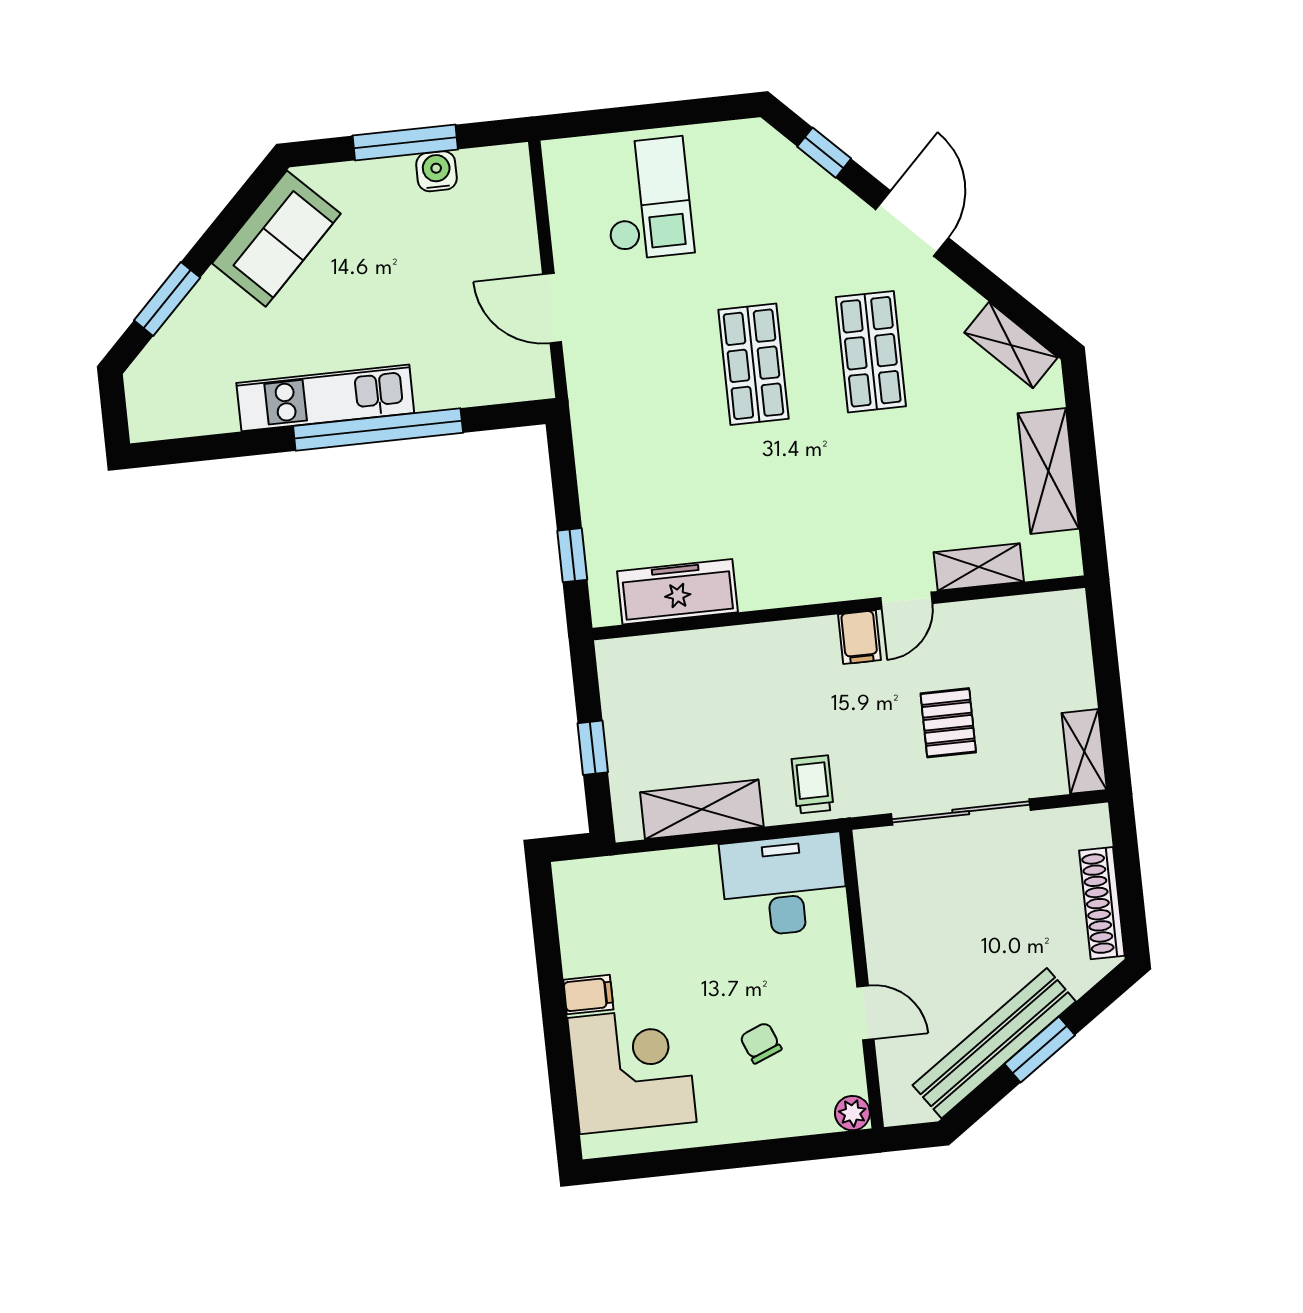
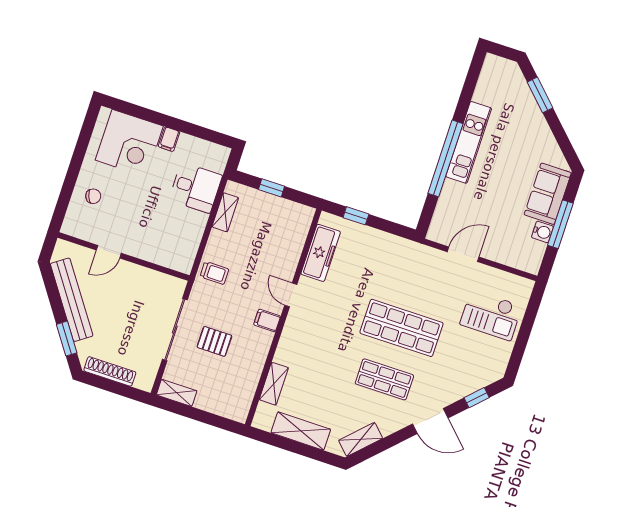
sofa: (276, 239) -> (548, 194), moved, turned 45
shop shelf: (753, 364) -> (401, 328), width x1.43, depth x1.36
door: (906, 601) -> (291, 295), moved
shelving: (702, 809) -> (225, 212), width x0.67, depth x0.75
desk: (784, 885) -> (196, 188), moved, width x0.73
chair: (761, 1043) -> (93, 196), moved
window: (1040, 1050) -> (67, 339), moved
plant: (852, 1113) -> (69, 227), removed

